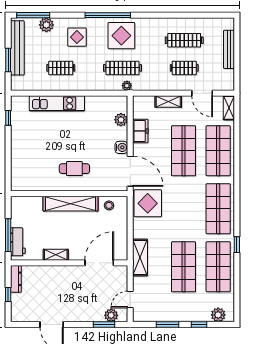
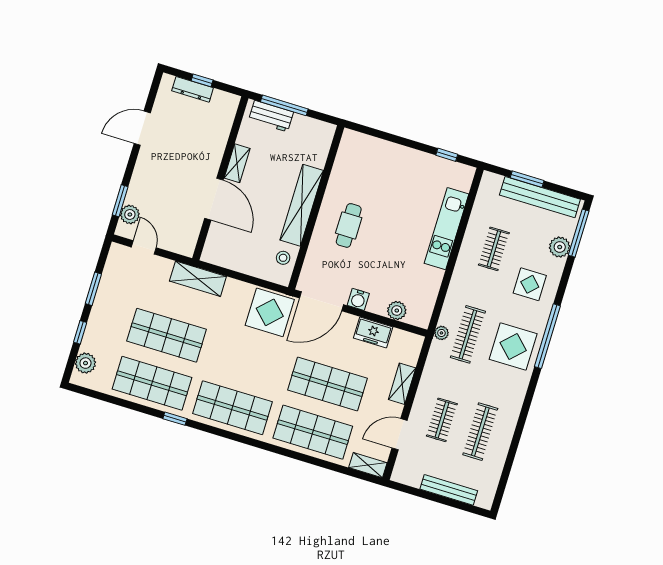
door: (99, 263) -> (214, 199), moved
dresser: (16, 279) -> (193, 89), moved

